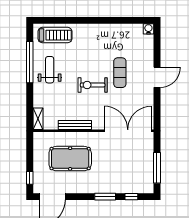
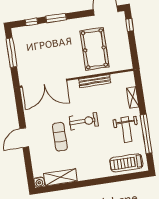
shelving: (126, 30) -> (60, 177), added
shelving: (38, 119) -> (133, 97), moved
pool table: (70, 159) -> (94, 49), turned 90

